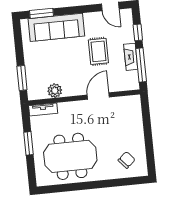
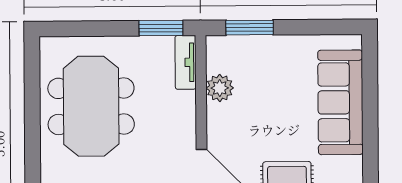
window: (41, 13) -> (370, 76), removed
window: (28, 143) -> (161, 28), moved

